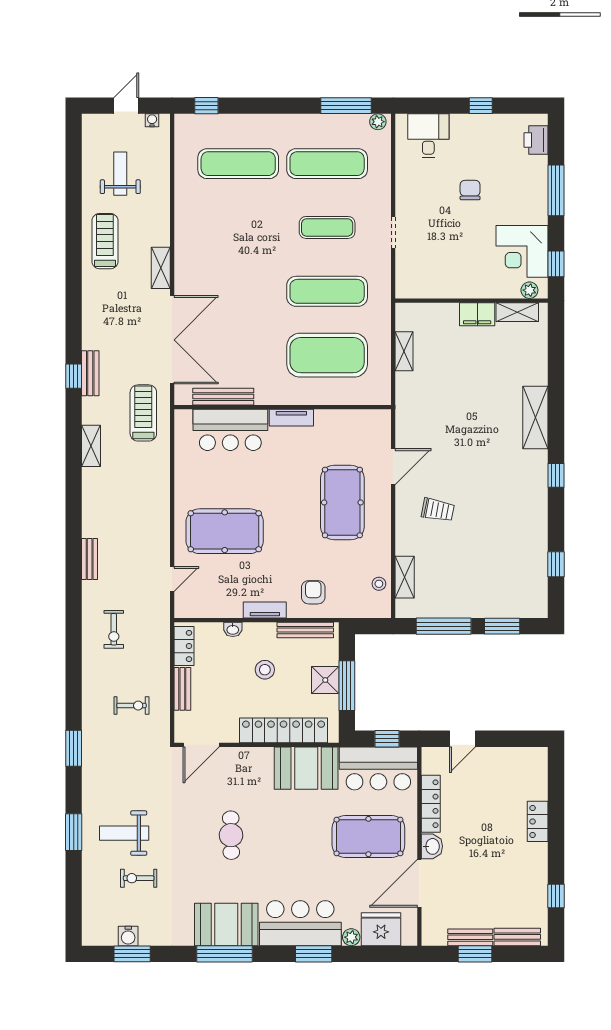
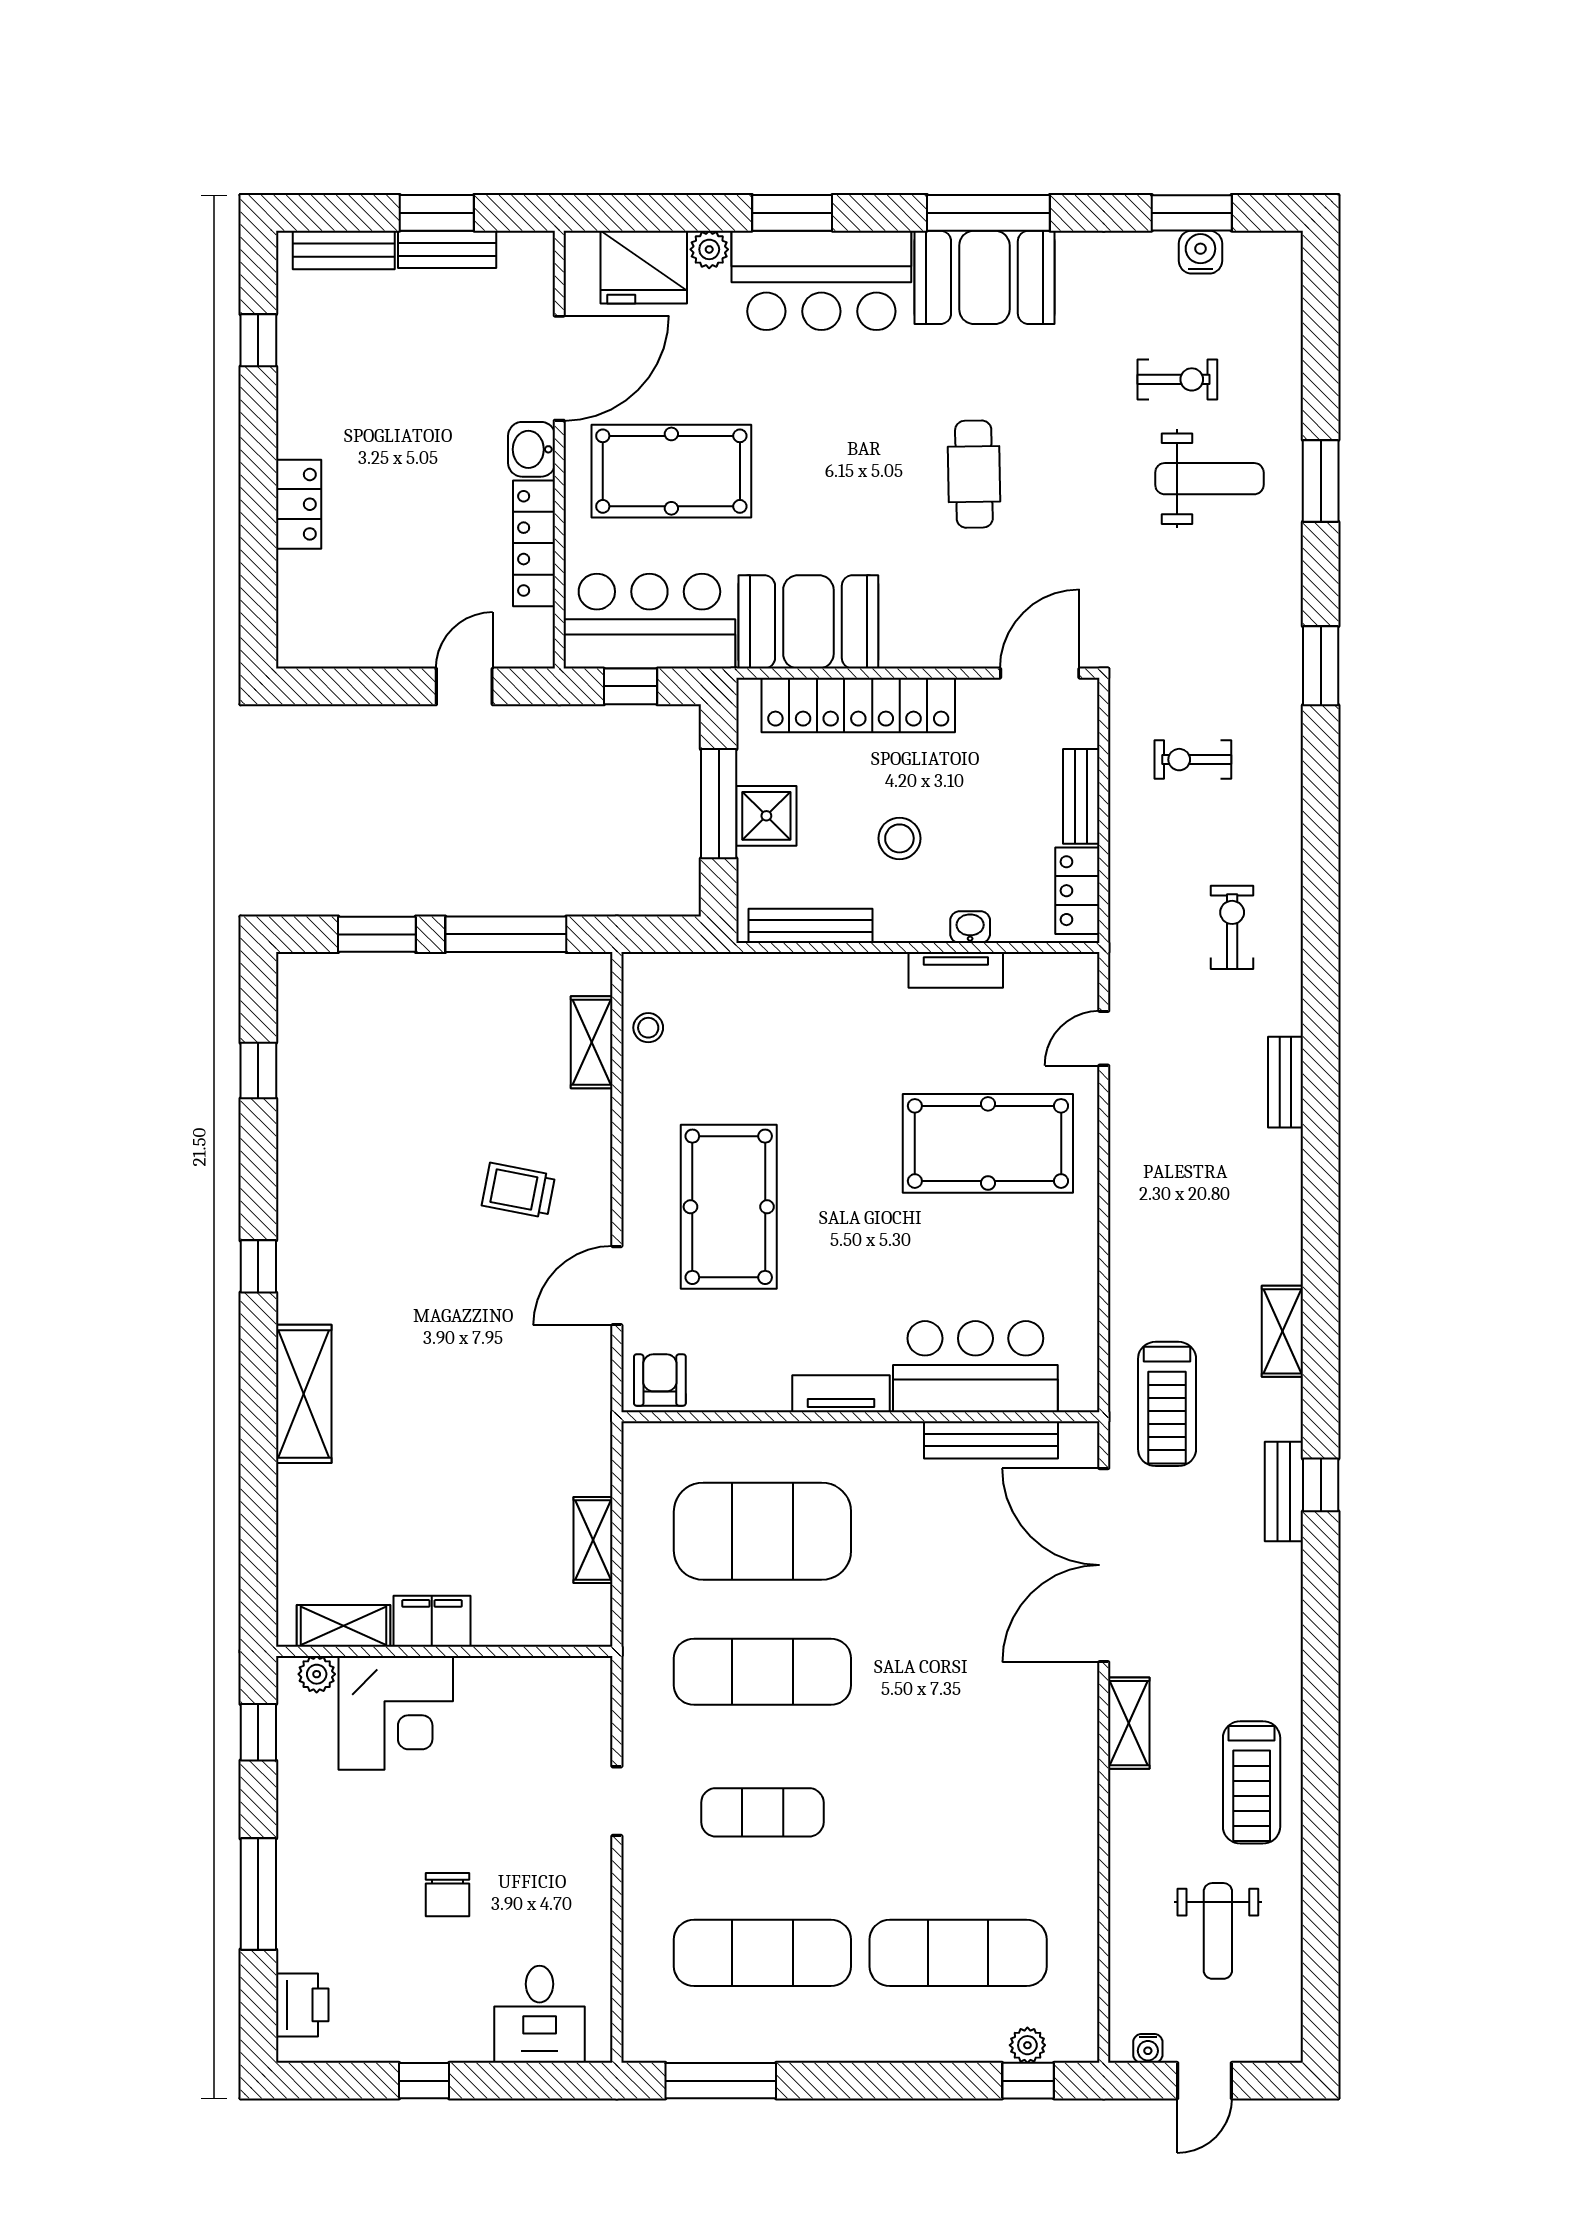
plant: (378, 122) -> (1027, 2045), moved
corner desk: (522, 251) -> (396, 1713), moved, turned 90
armchair: (313, 592) -> (660, 1380), moved, turned 180
tv unit: (265, 610) -> (956, 970), moved

